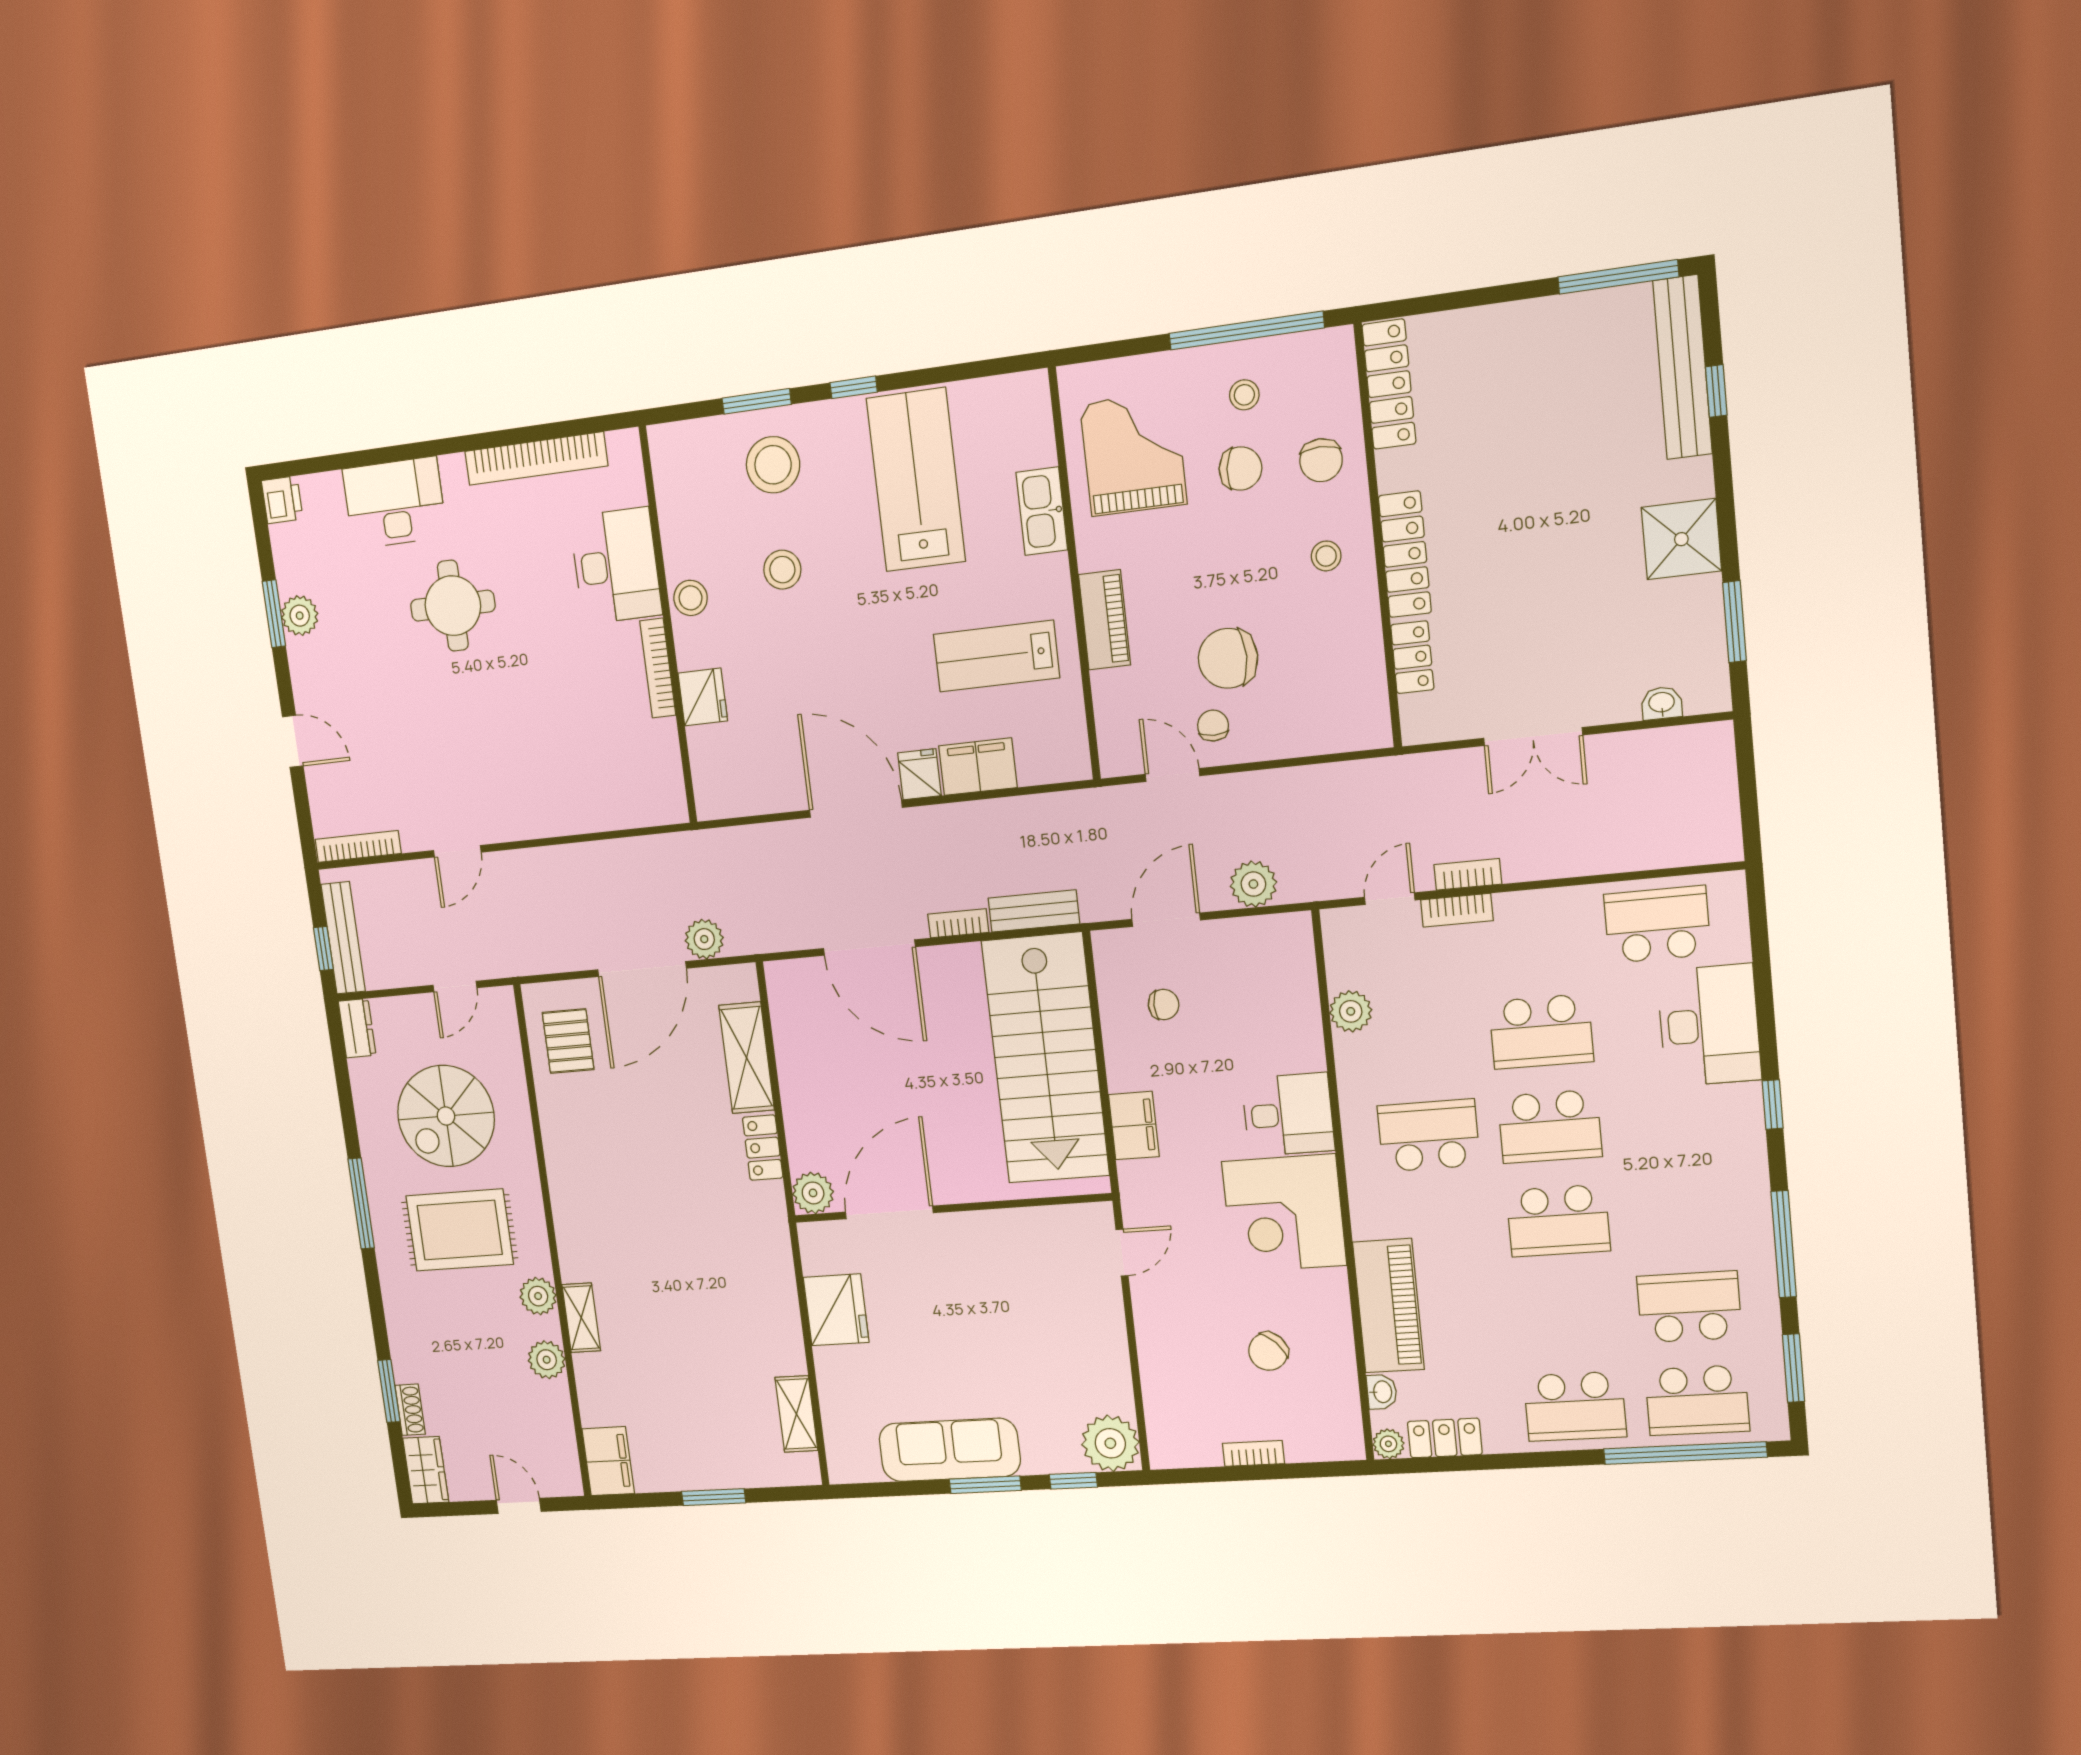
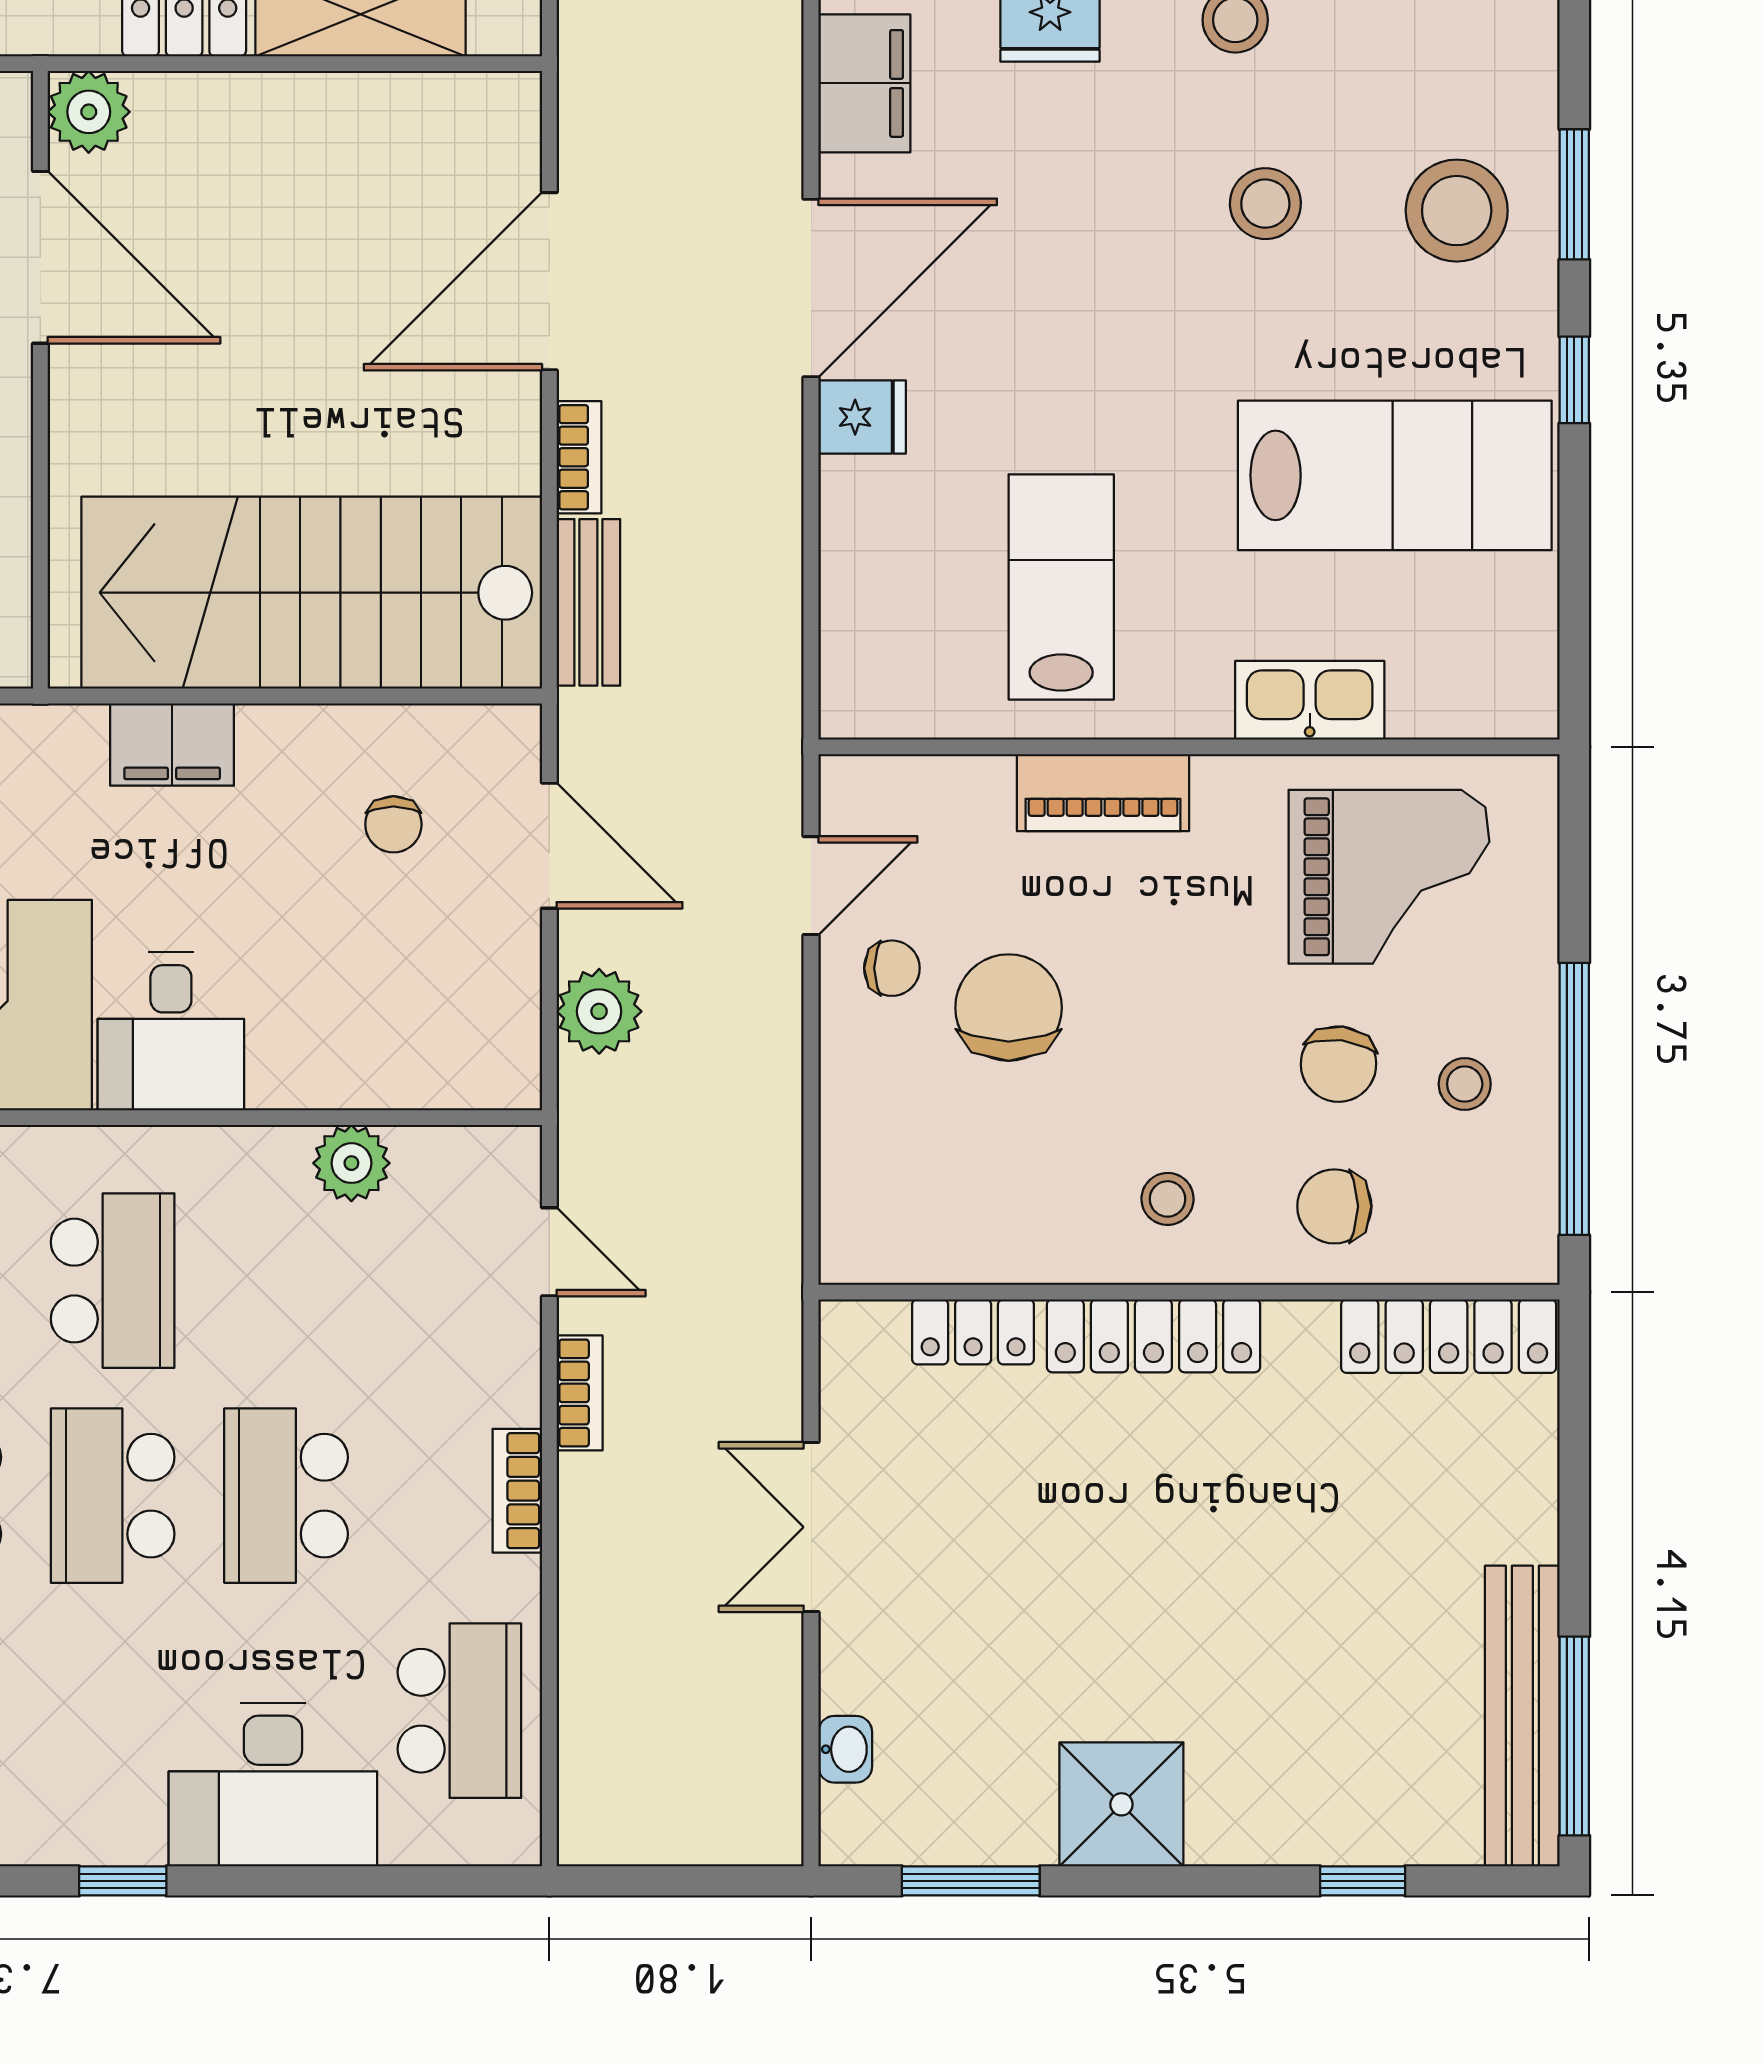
bench: (1682, 367) -> (1522, 1716), moved, turned 90
filing cabinet: (978, 767) -> (864, 83), moved
bookcase: (1457, 910) -> (517, 1491), moved

